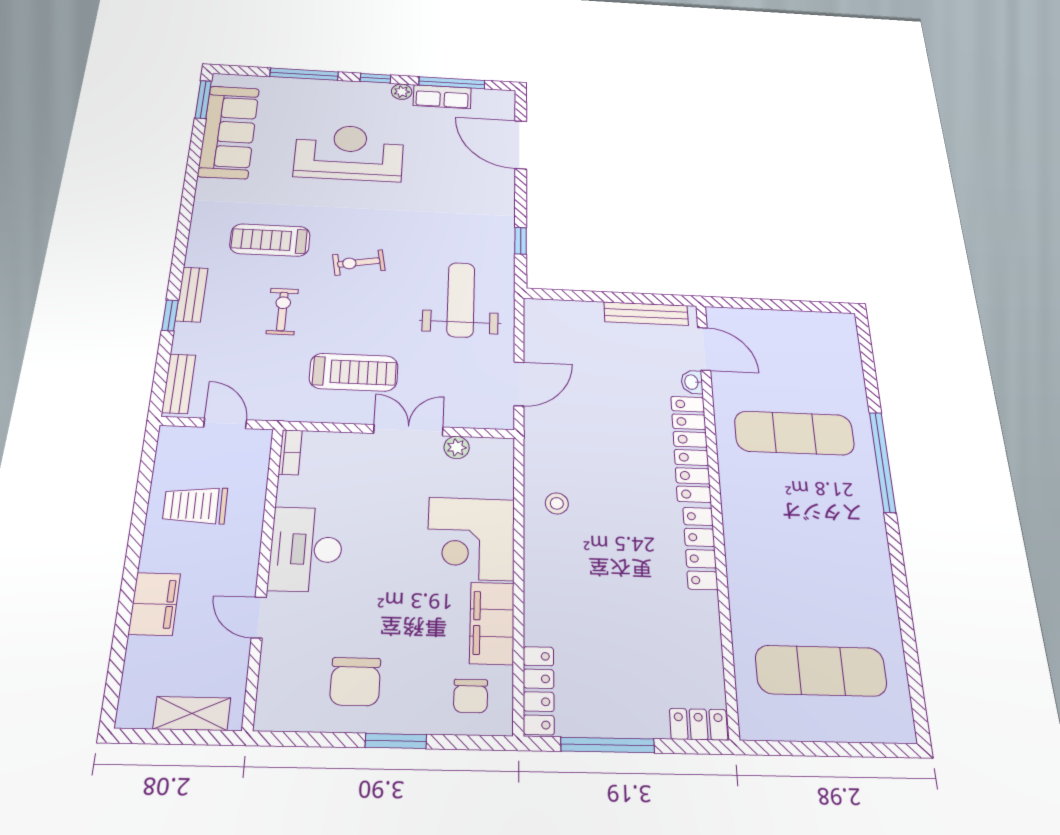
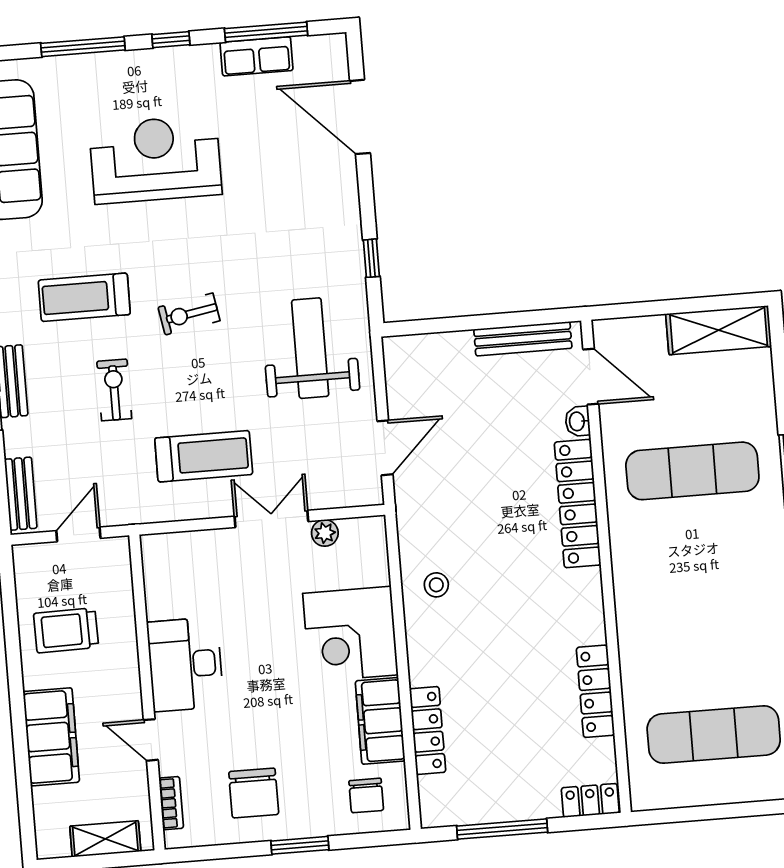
plant: (402, 92) -> (206, 56), removed
shelving: (814, 326) -> (719, 330), added
door: (225, 423) -> (78, 534), hinge flipped
bookcase: (290, 452) -> (171, 803), moved
locker: (700, 548) -> (595, 691), moved
filing cabinet: (154, 604) -> (51, 737), width x1.50, depth x1.17
locker: (539, 690) -> (428, 730), moved

